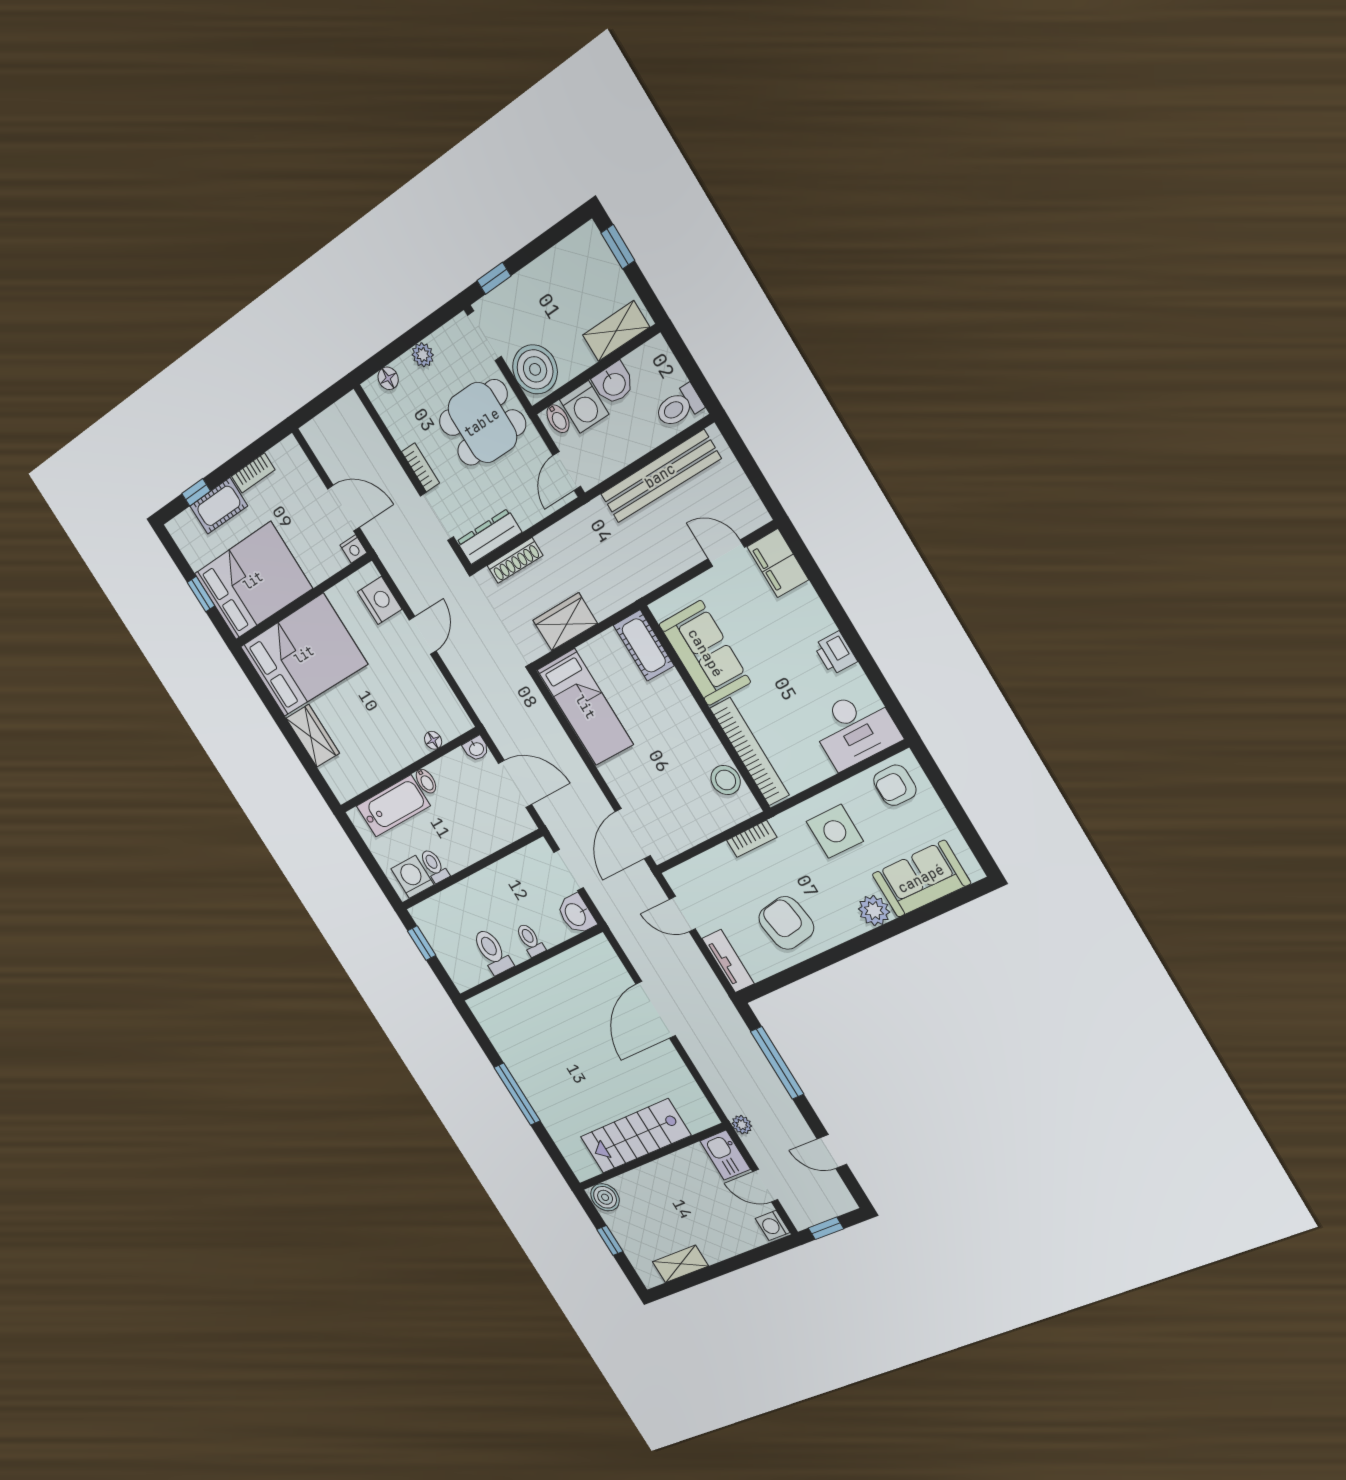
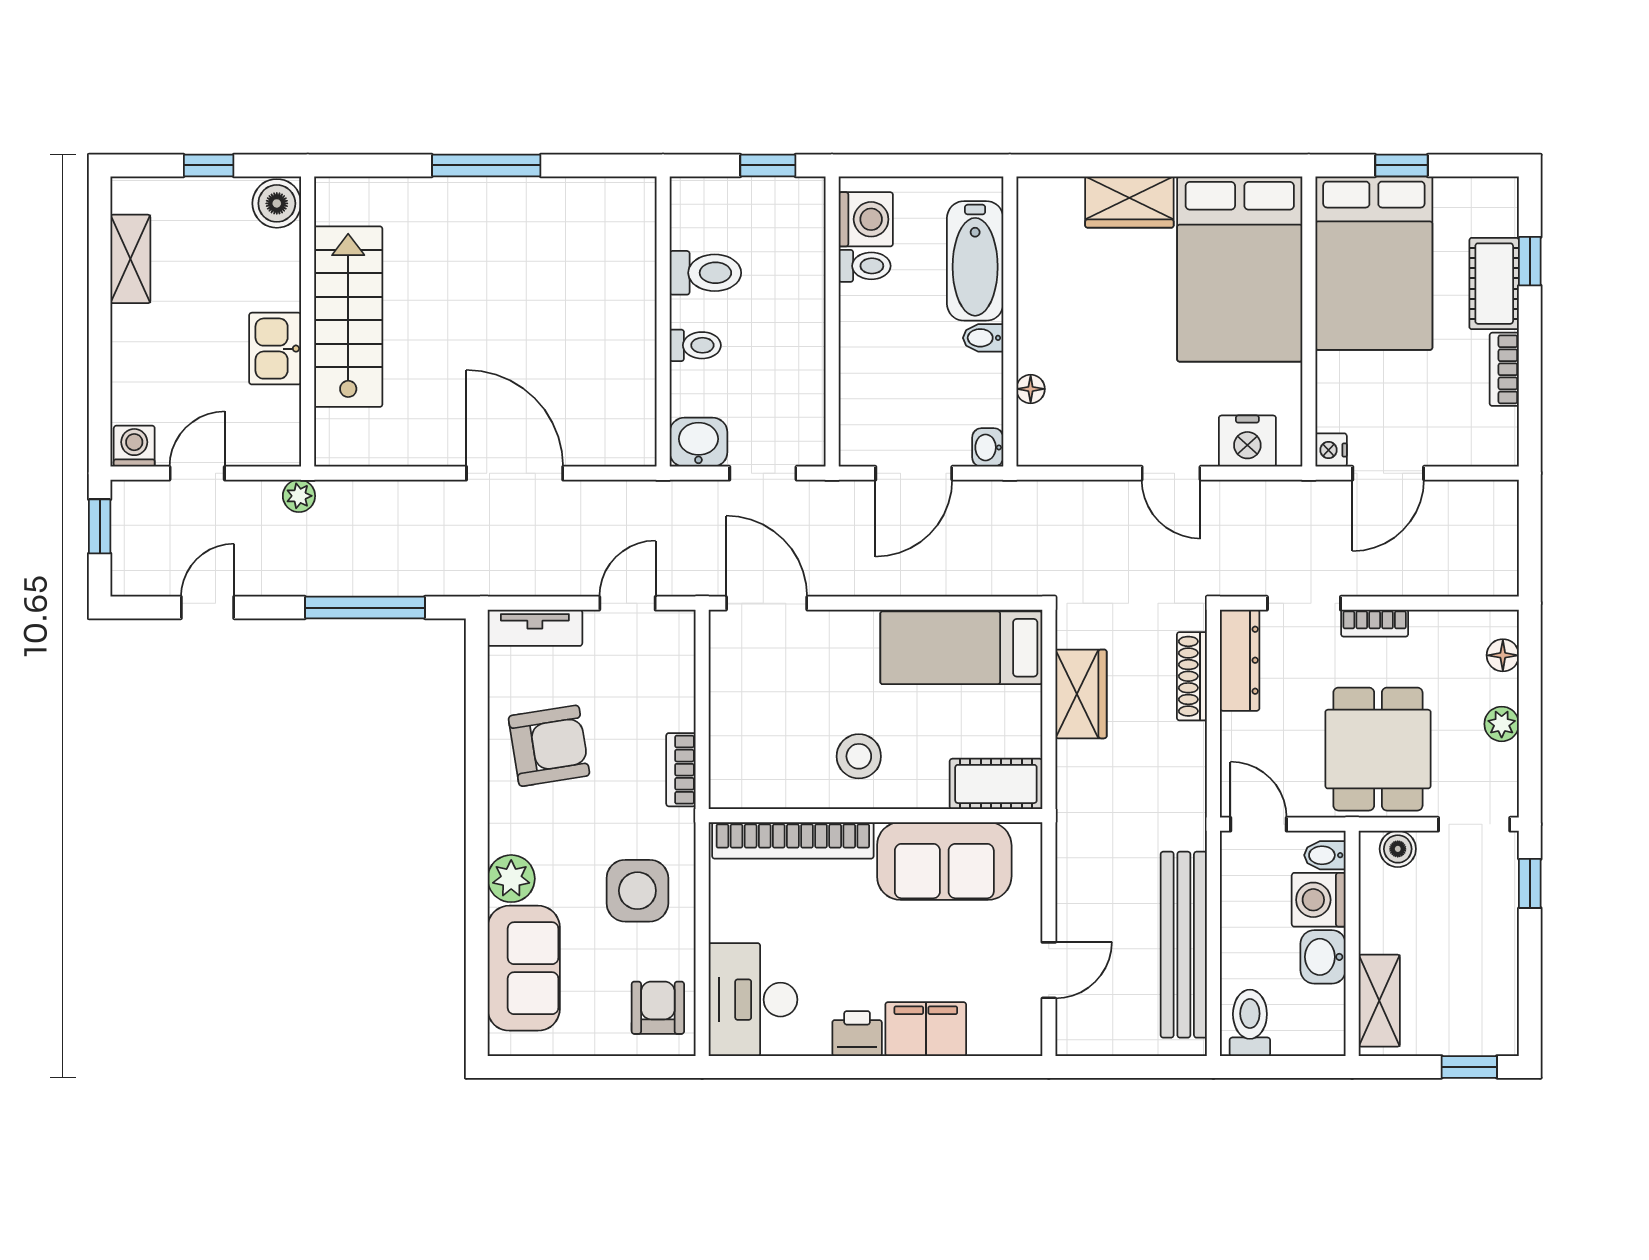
boiler: (535, 369) -> (1398, 849), width x0.54, depth x0.54
filing cabinet: (778, 563) -> (926, 1029), moved
stool: (726, 780) -> (859, 756), moved
kitchen sink: (725, 1155) -> (275, 349), moved, turned -90

